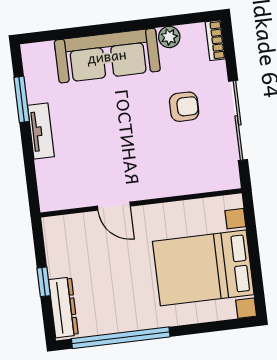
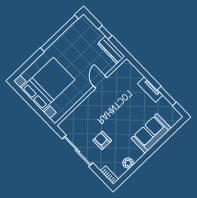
sofa: (107, 56) -> (151, 133), width x0.73
armchair: (184, 107) -> (102, 140), turned 90
door: (114, 206) -> (100, 82), hinge flipped
dresser: (63, 307) -> (111, 50), moved

